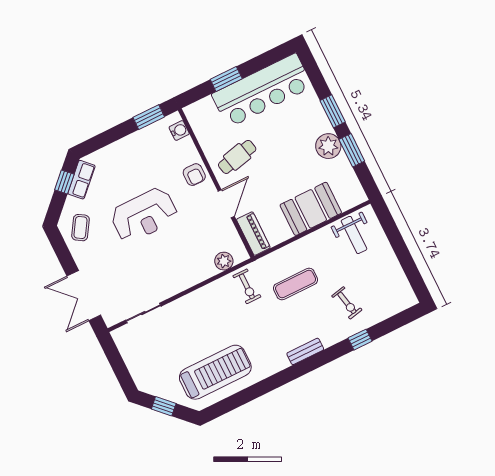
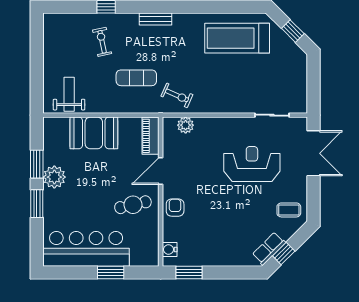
reception desk: (144, 215) -> (252, 164), moved
coffee table: (81, 228) -> (289, 210), turned 58
exercise bike: (247, 286) -> (177, 95), turned 114

